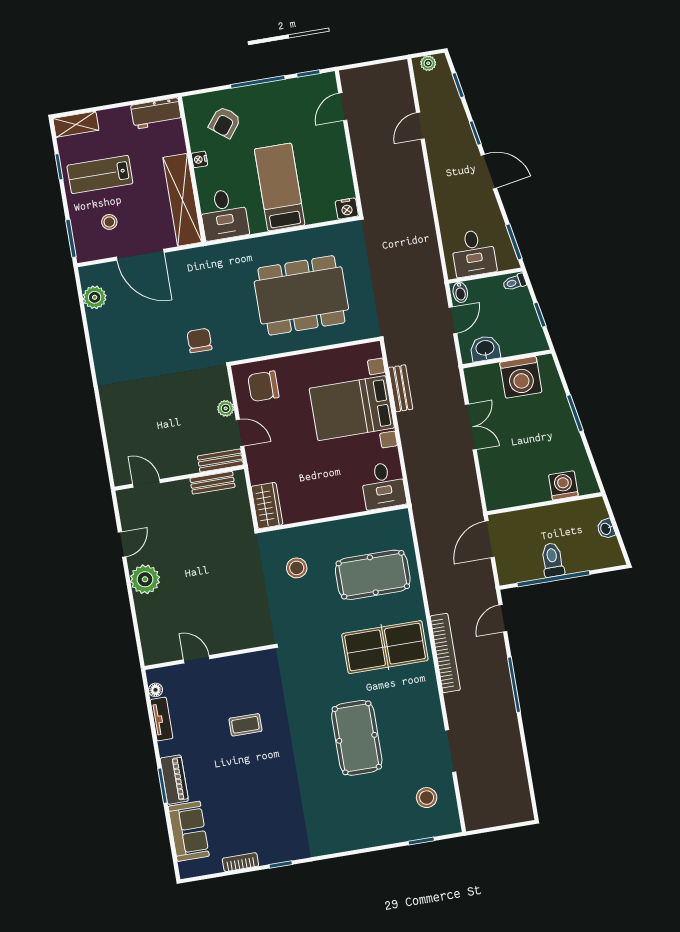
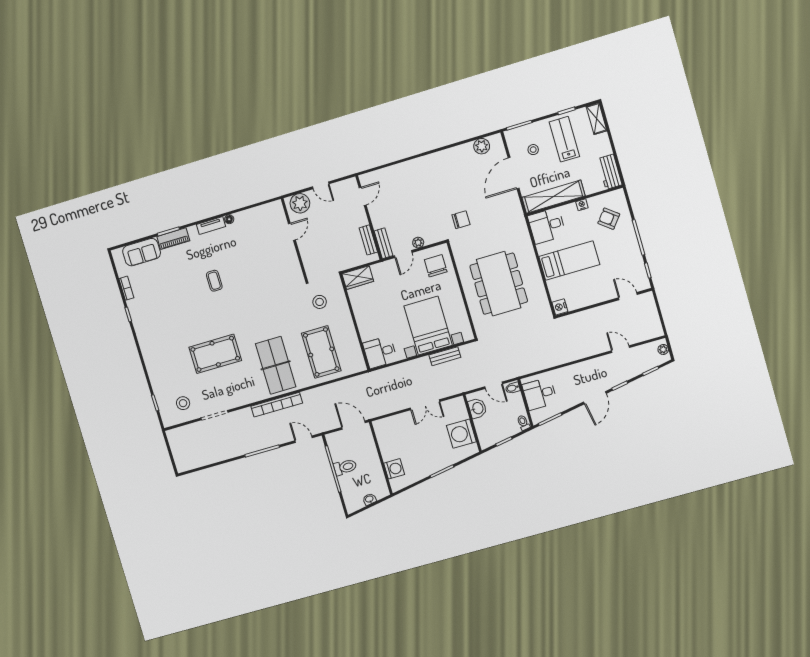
wall: (209, 657) -> (294, 240), moved
door: (197, 659) -> (292, 232), moved

